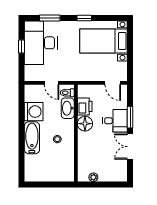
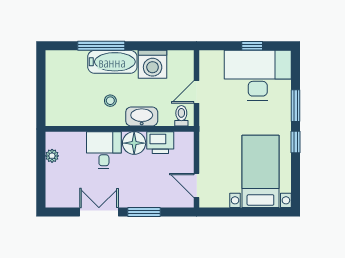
window: (50, 18) -> (296, 106), moved
door: (113, 83) -> (197, 185), hinge flipped
washbasin: (68, 108) -> (142, 117), moved
desk: (115, 121) -> (104, 150), moved, turned 180
window: (21, 145) -> (101, 46), added

